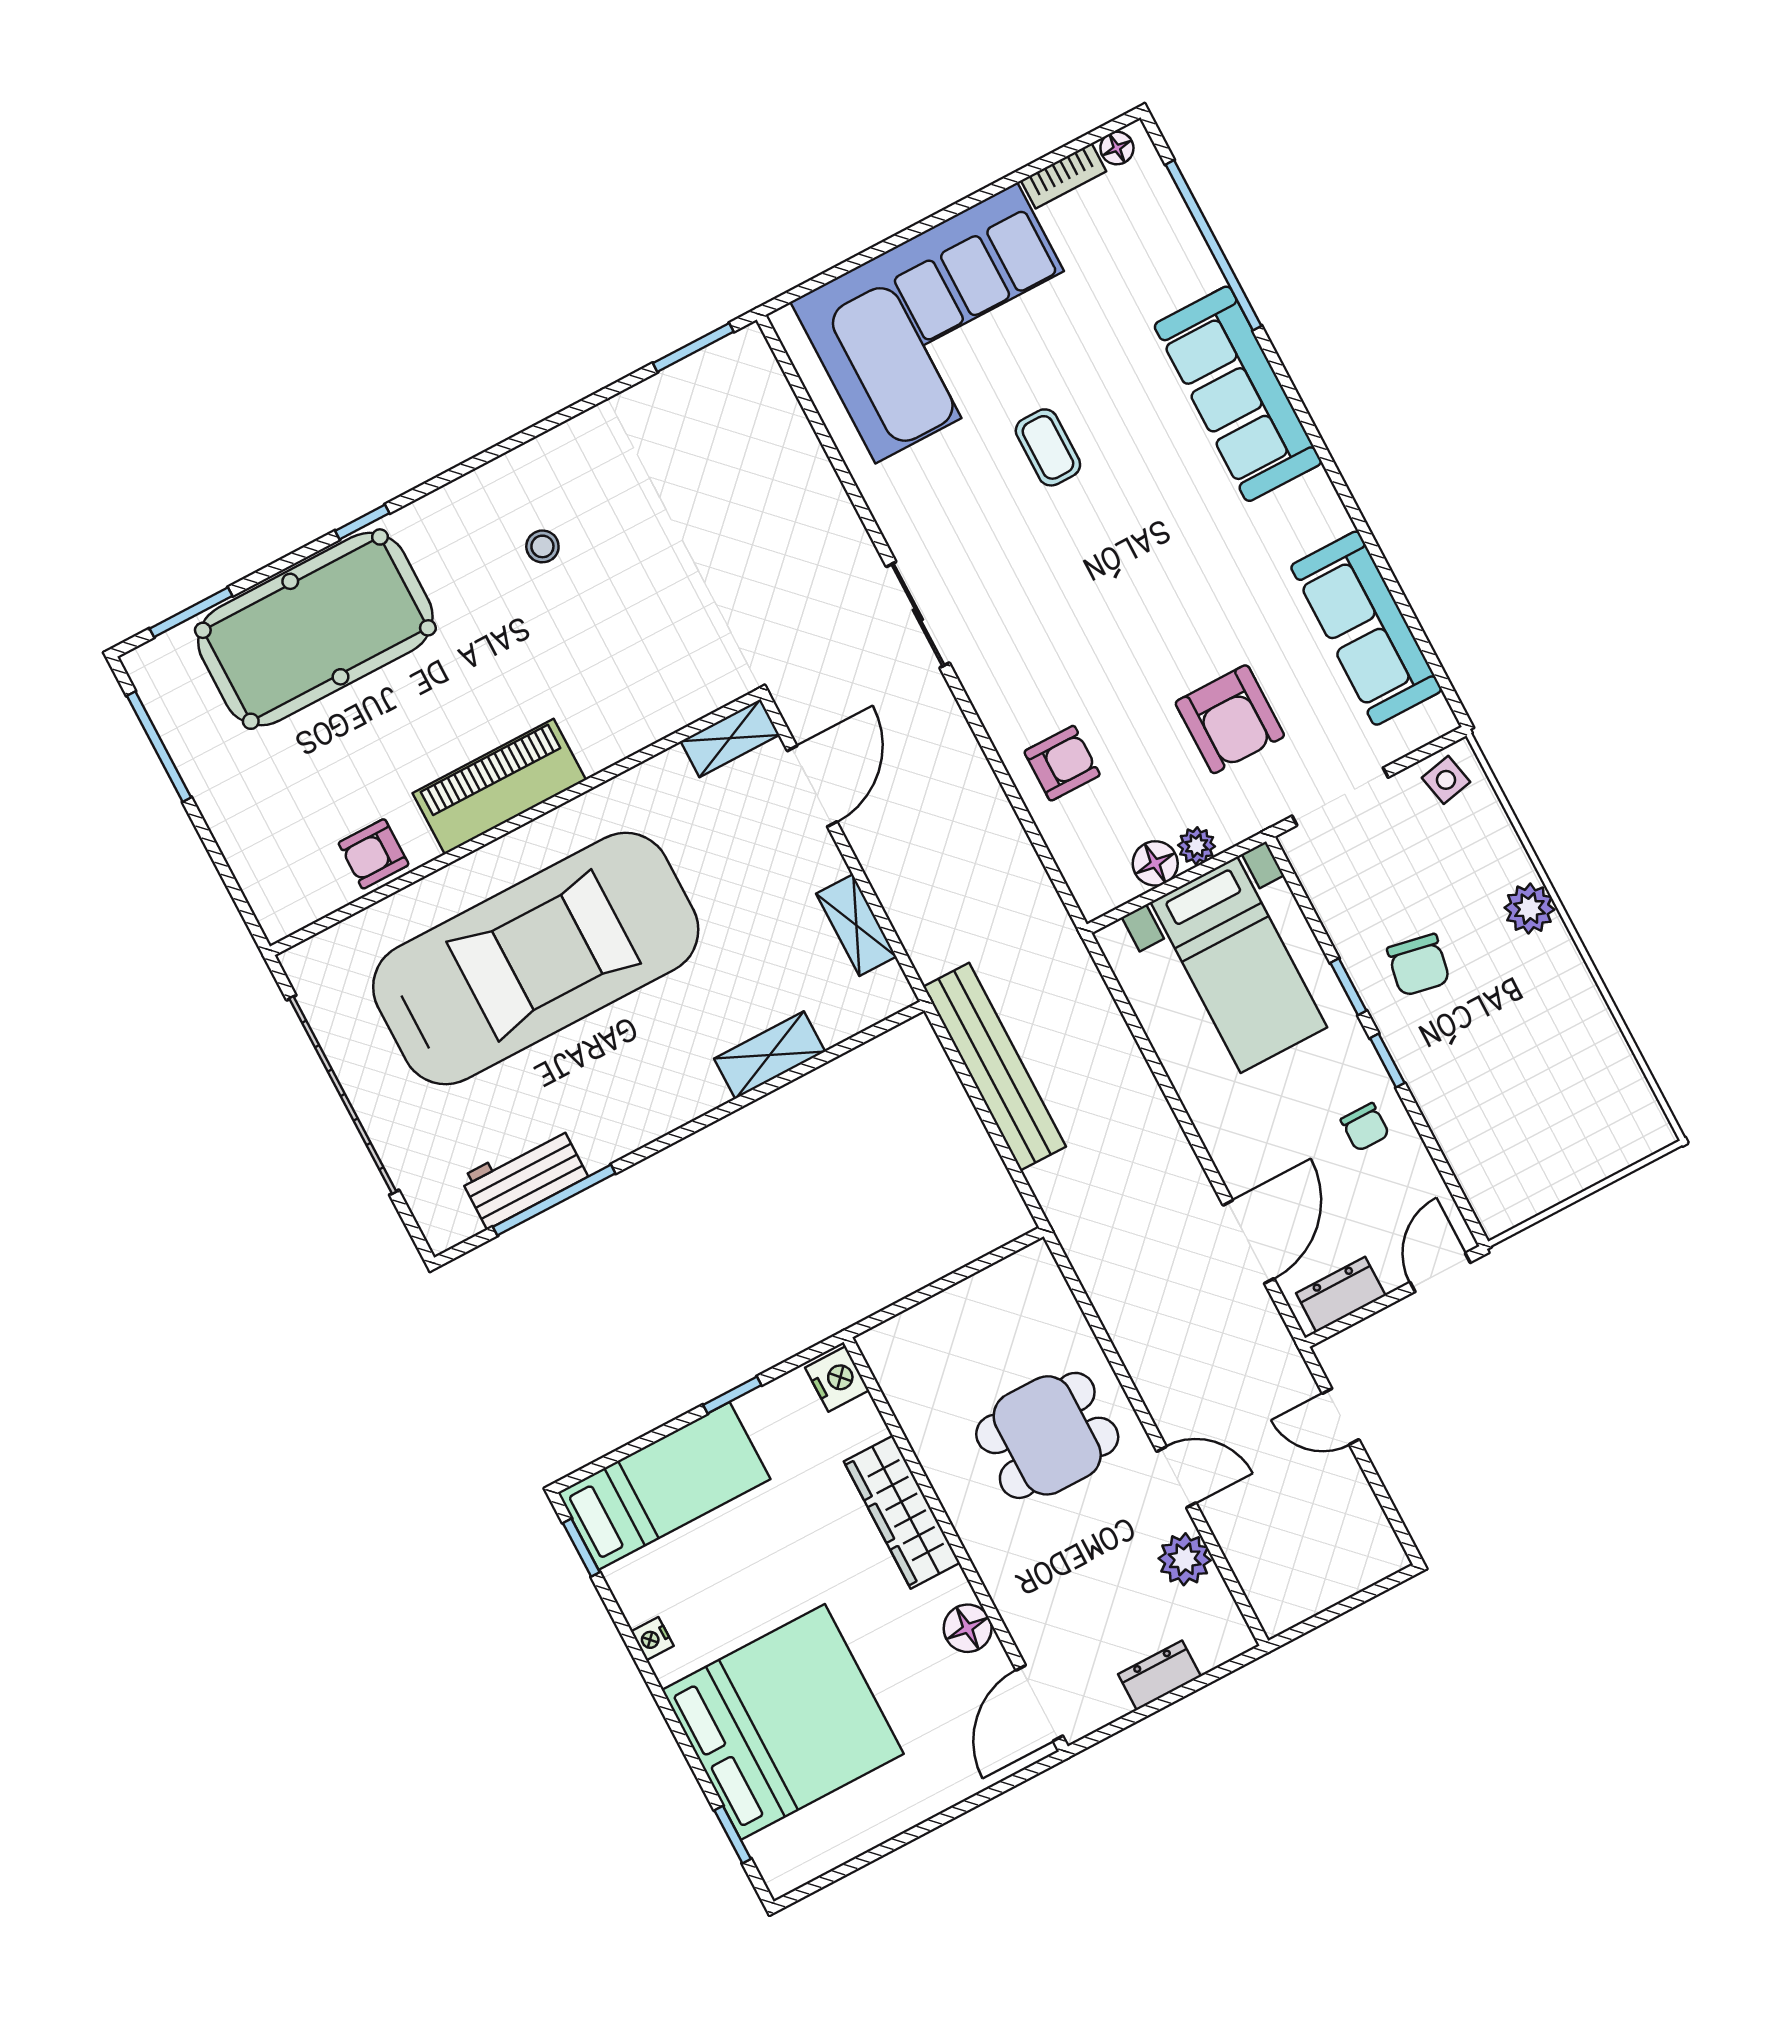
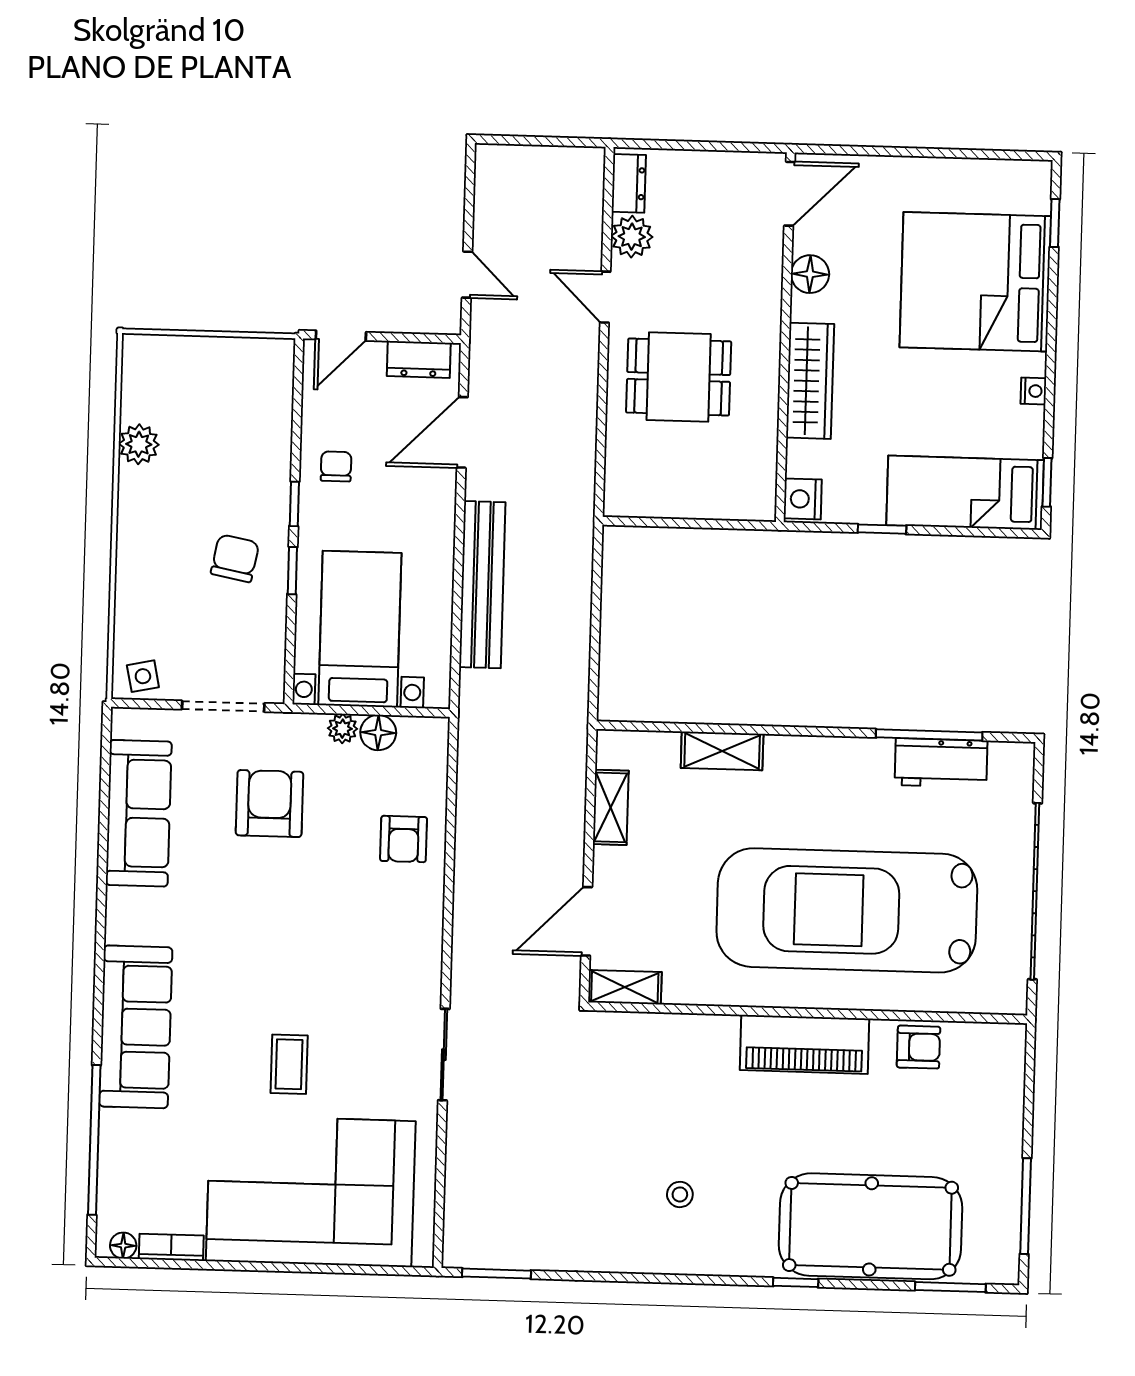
sliding door: (918, 615) -> (444, 1055), moved
armchair: (1062, 763) -> (404, 839), turned -90
plant: (1529, 909) -> (139, 444), moved
bench: (995, 1067) -> (482, 585), moved
dresser: (1159, 1675) -> (629, 183), moved, turned -90

